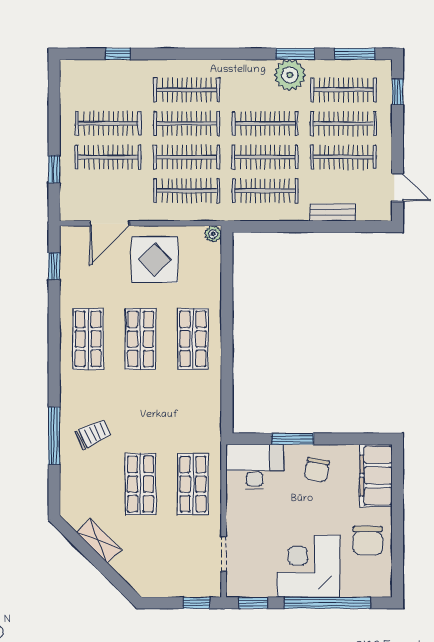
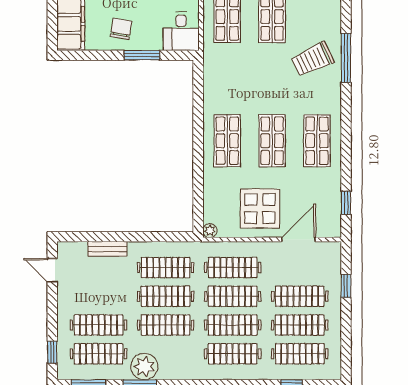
clothes rail: (343, 157) -> (300, 354), moved
trolley: (93, 434) -> (313, 59), width x1.36, depth x1.39
desk: (255, 467) -> (181, 31), width x0.73

